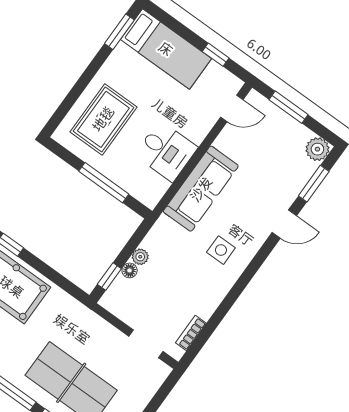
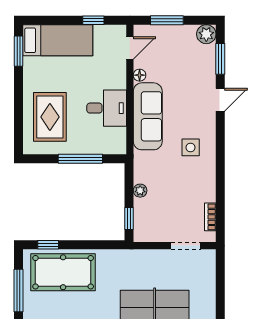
floor lamp: (130, 270) -> (140, 75), moved

